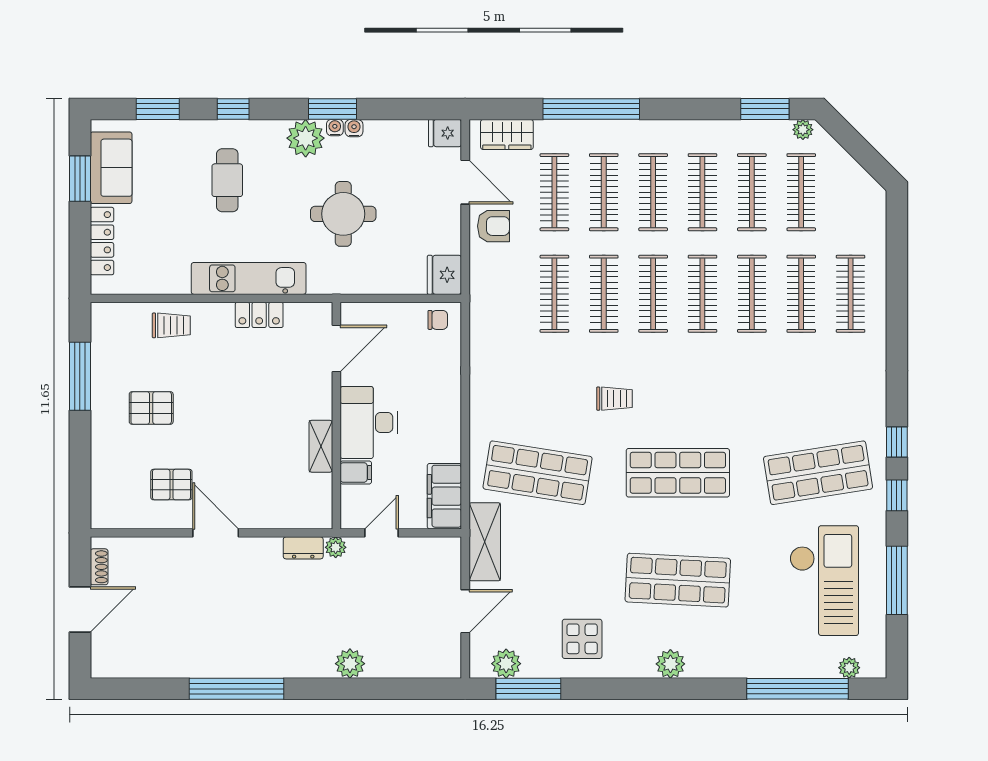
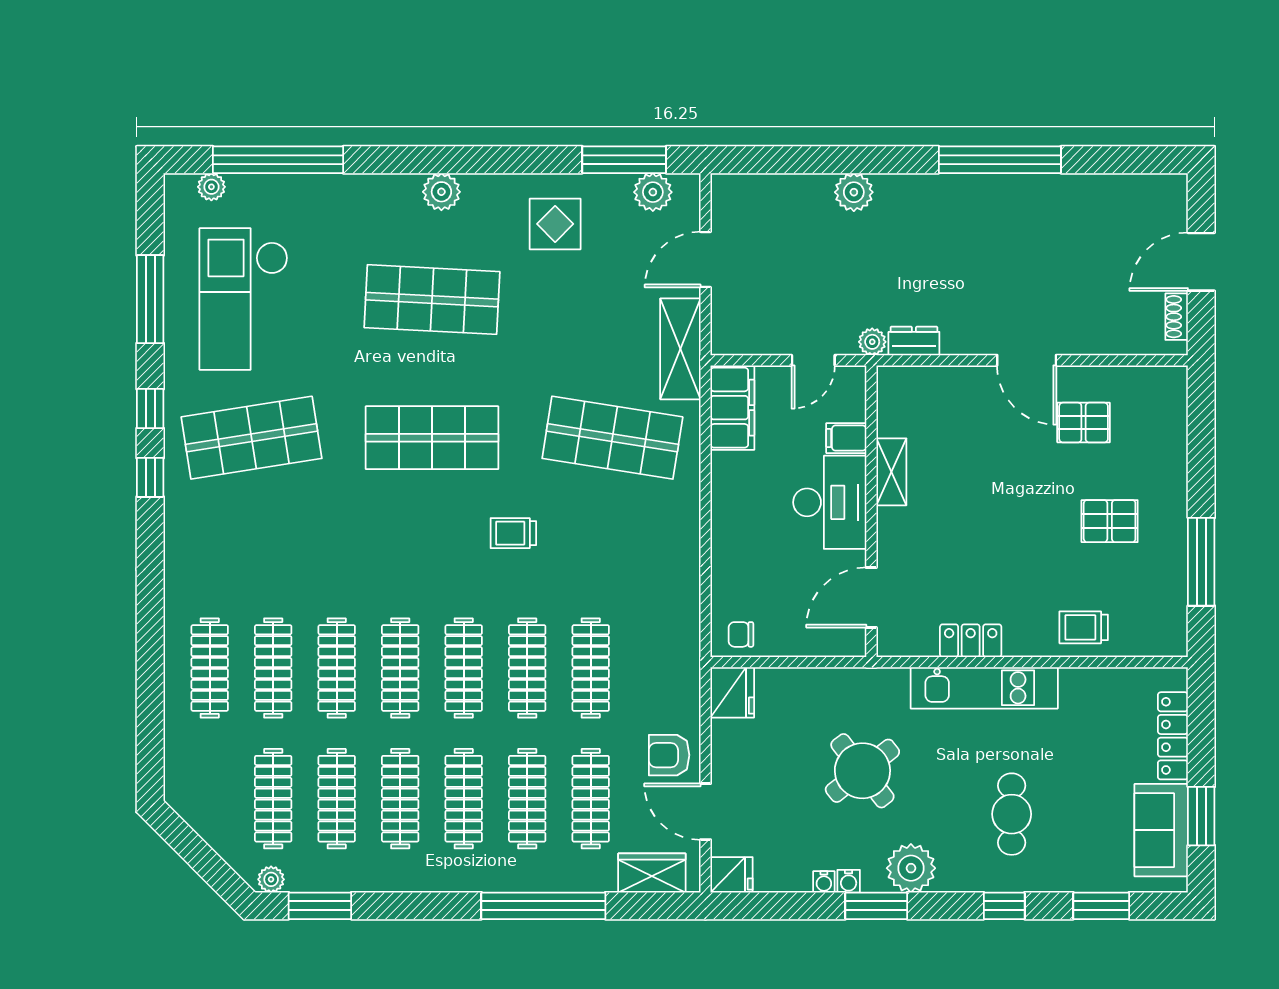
water cooler: (335, 128) -> (824, 882), moved
round table: (343, 214) -> (862, 771), turned -38

